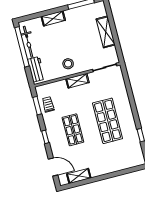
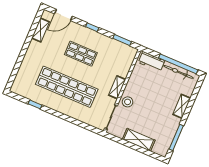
stool: (68, 64) -> (128, 102), moved
trolley: (48, 104) -> (116, 49), removed
shop shelf: (108, 121) -> (67, 87), width x1.40

